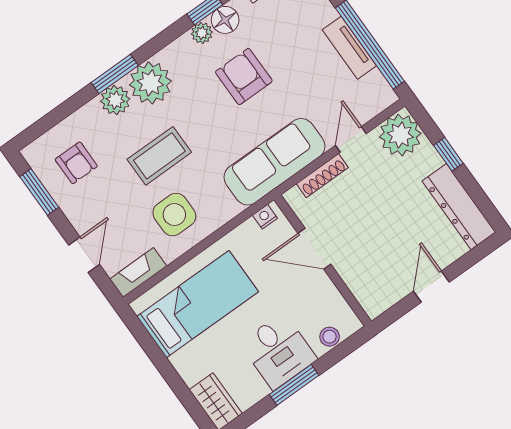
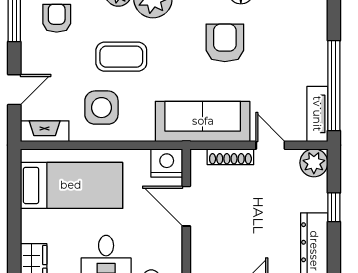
tv unit: (349, 48) -> (317, 114), moved
plant: (400, 135) -> (314, 163), width x0.73, depth x0.73
door: (351, 139) -> (270, 145), hinge flipped
armchair: (76, 163) -> (57, 18), turned 180
nightstand: (265, 217) -> (167, 163), width x1.89, depth x1.79

